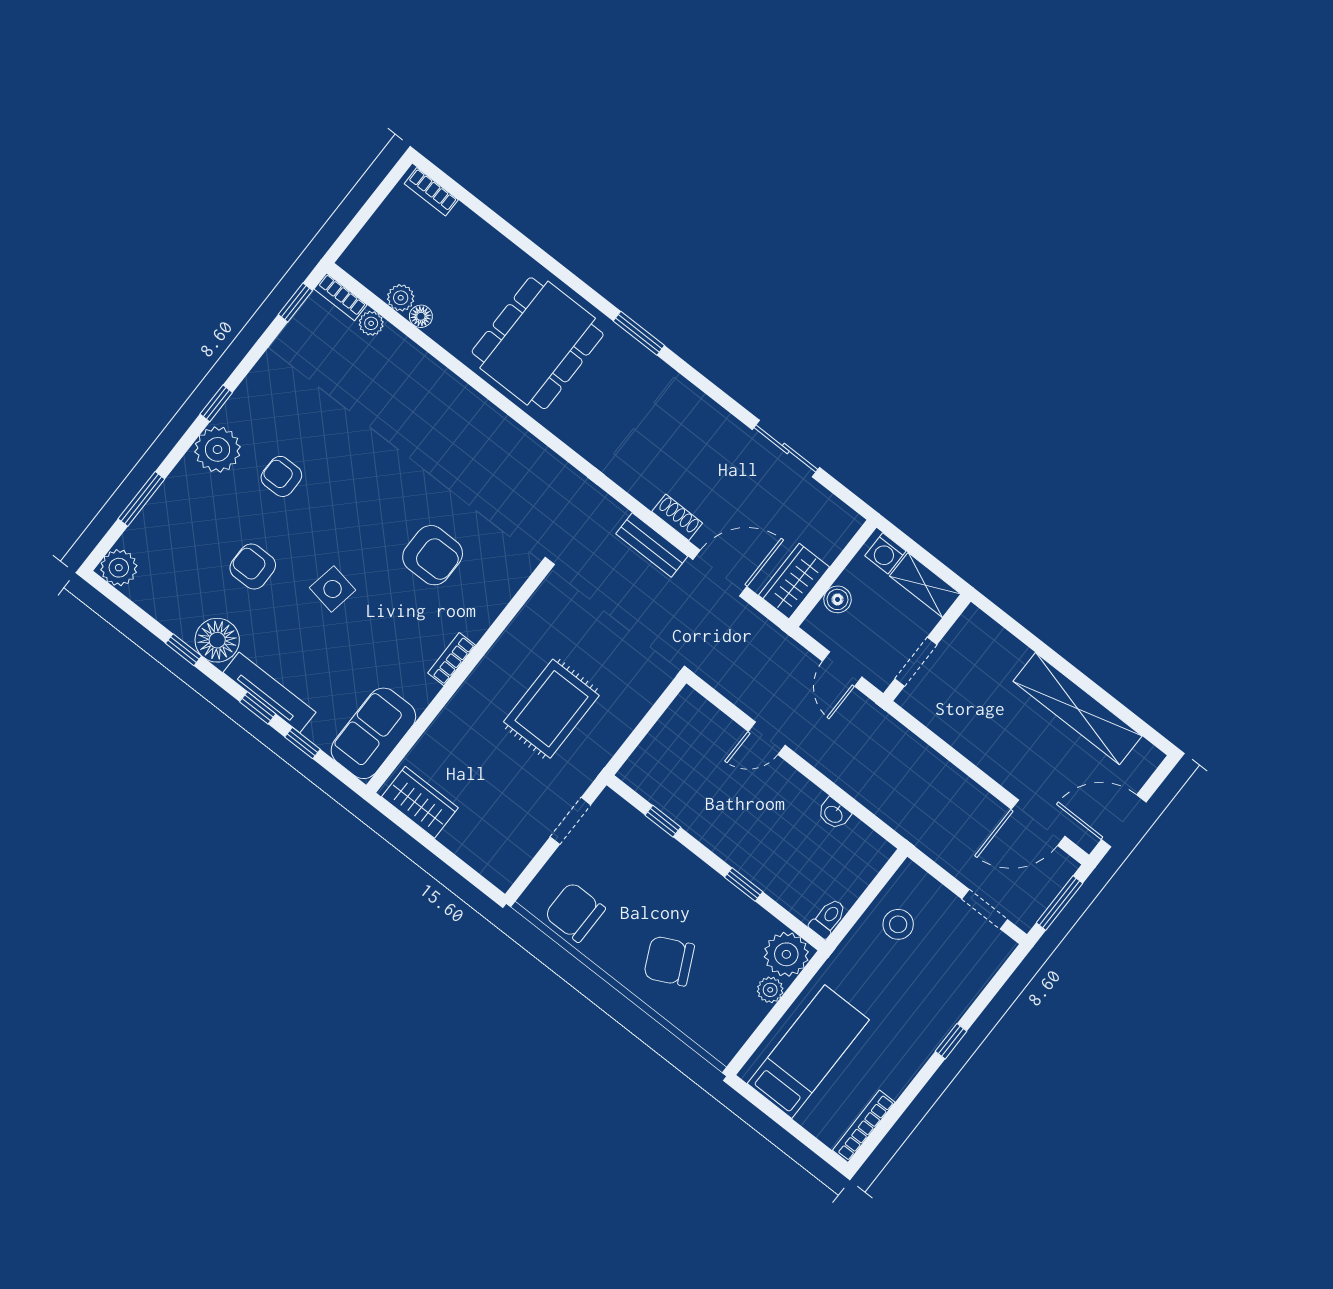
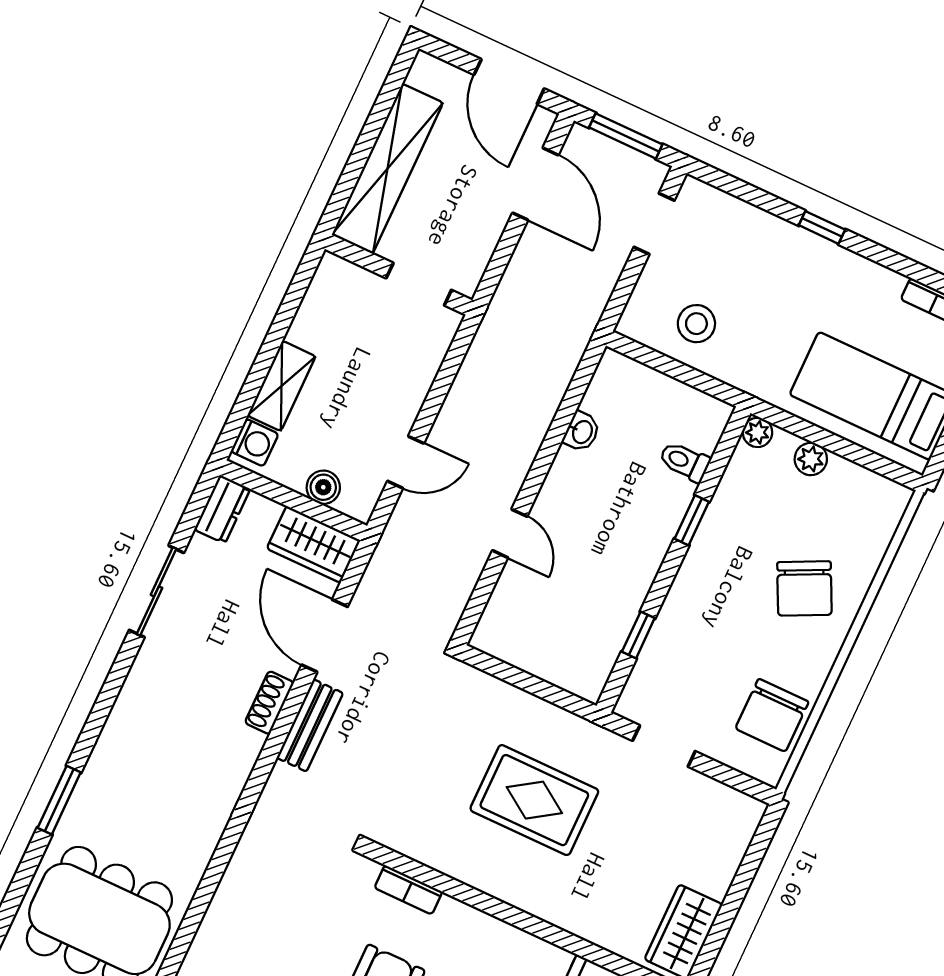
dresser: (839, 516) -> (222, 509), added
wall: (927, 647) -> (399, 275), moved
bookcase: (452, 659) -> (408, 890), moved
doorway: (916, 662) -> (419, 284), moved
toilet: (828, 918) -> (685, 462), moved
plant: (786, 954) -> (757, 432), width x0.53, depth x0.53

